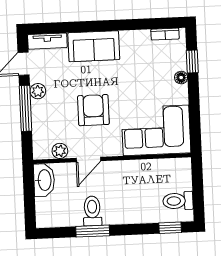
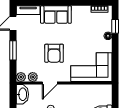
plant: (38, 91) -> (21, 77), moved
window: (25, 108) -> (13, 50), width x0.69
armchair: (93, 110) -> (54, 53), turned 180

